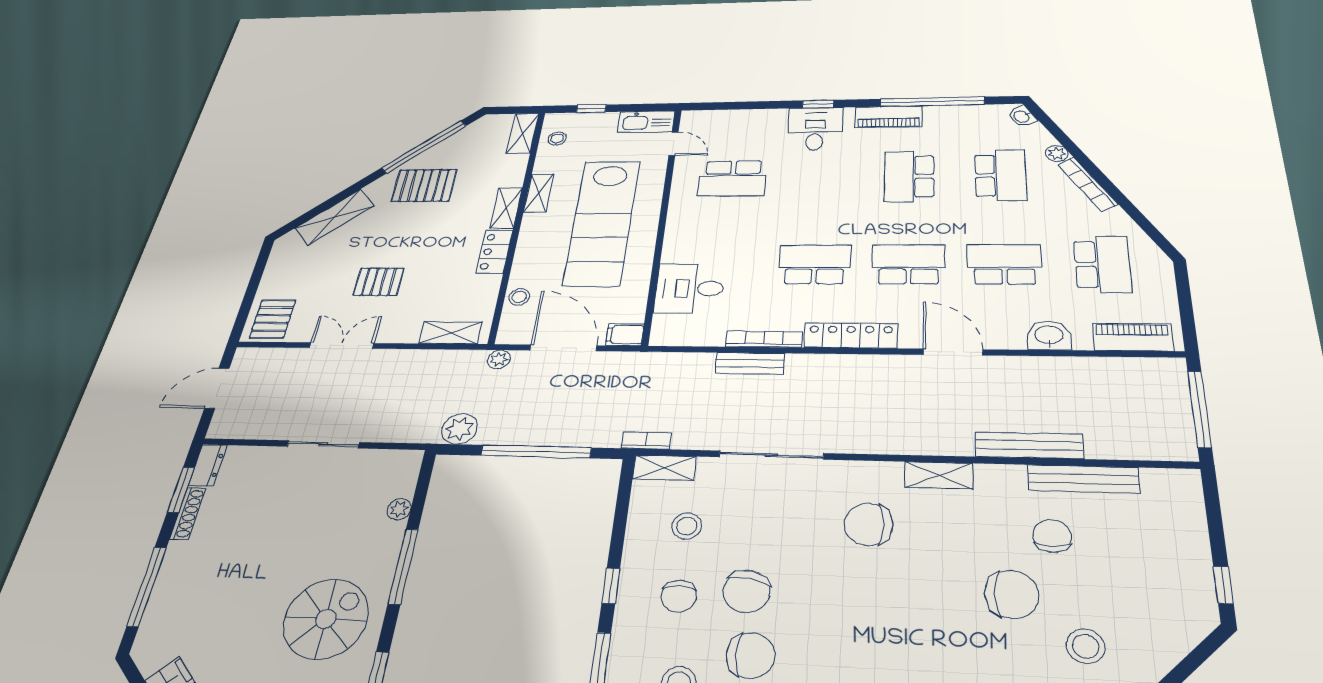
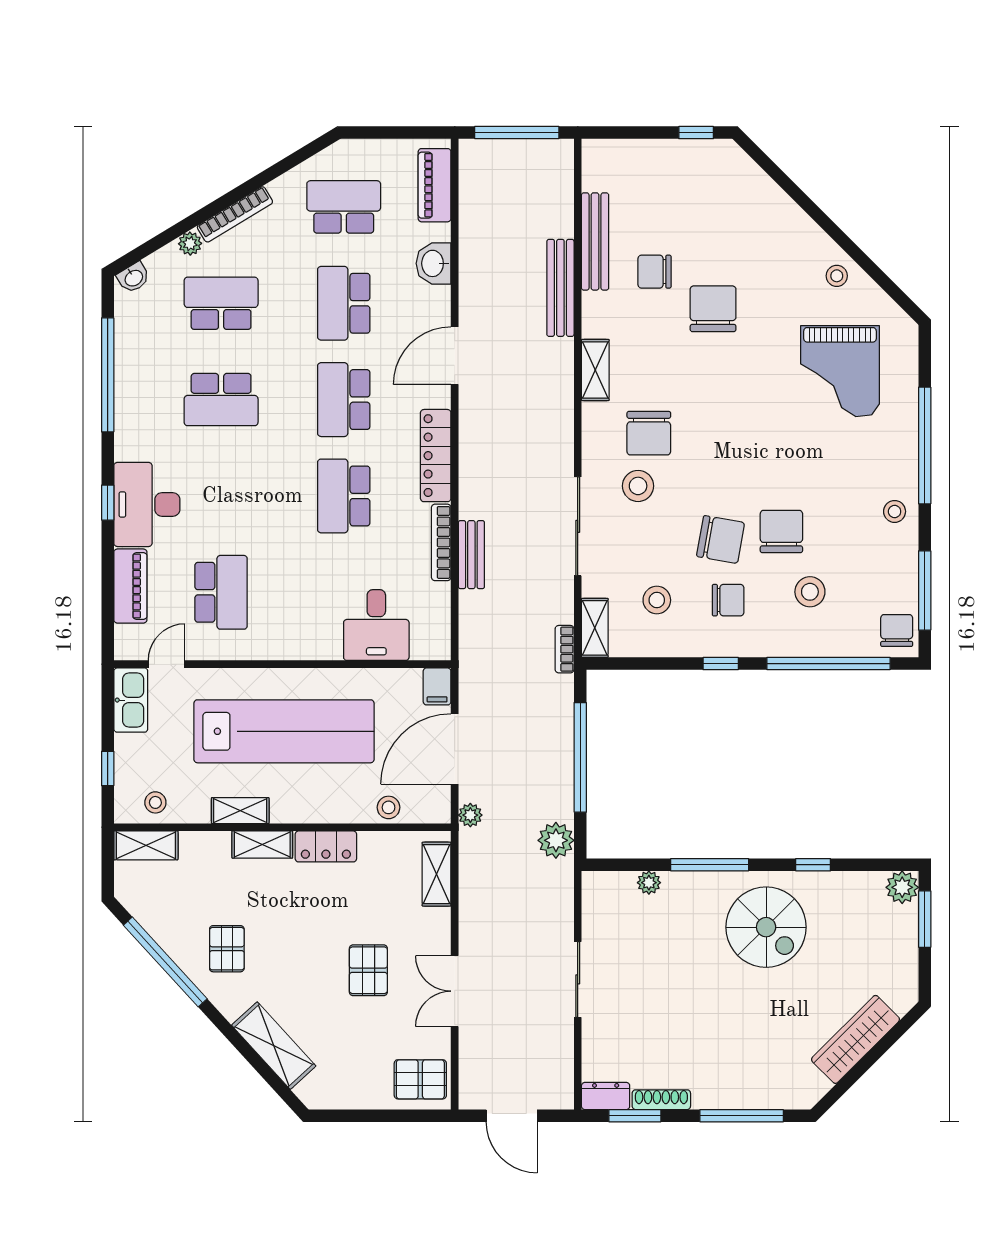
piano: (889, 117) -> (130, 586), moved
desk: (815, 129) -> (147, 504), width x1.37
pallet: (424, 185) -> (227, 949), width x0.67, depth x0.71
spiral stairs: (326, 619) -> (766, 927), turned 180
stool: (1086, 646) -> (638, 486), moved

